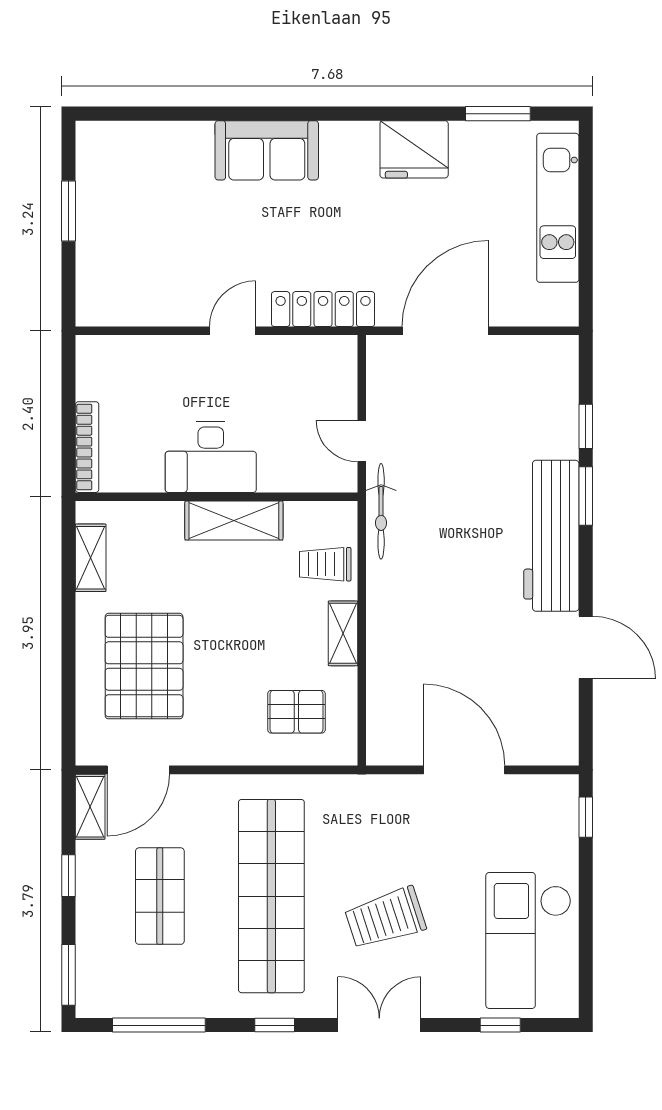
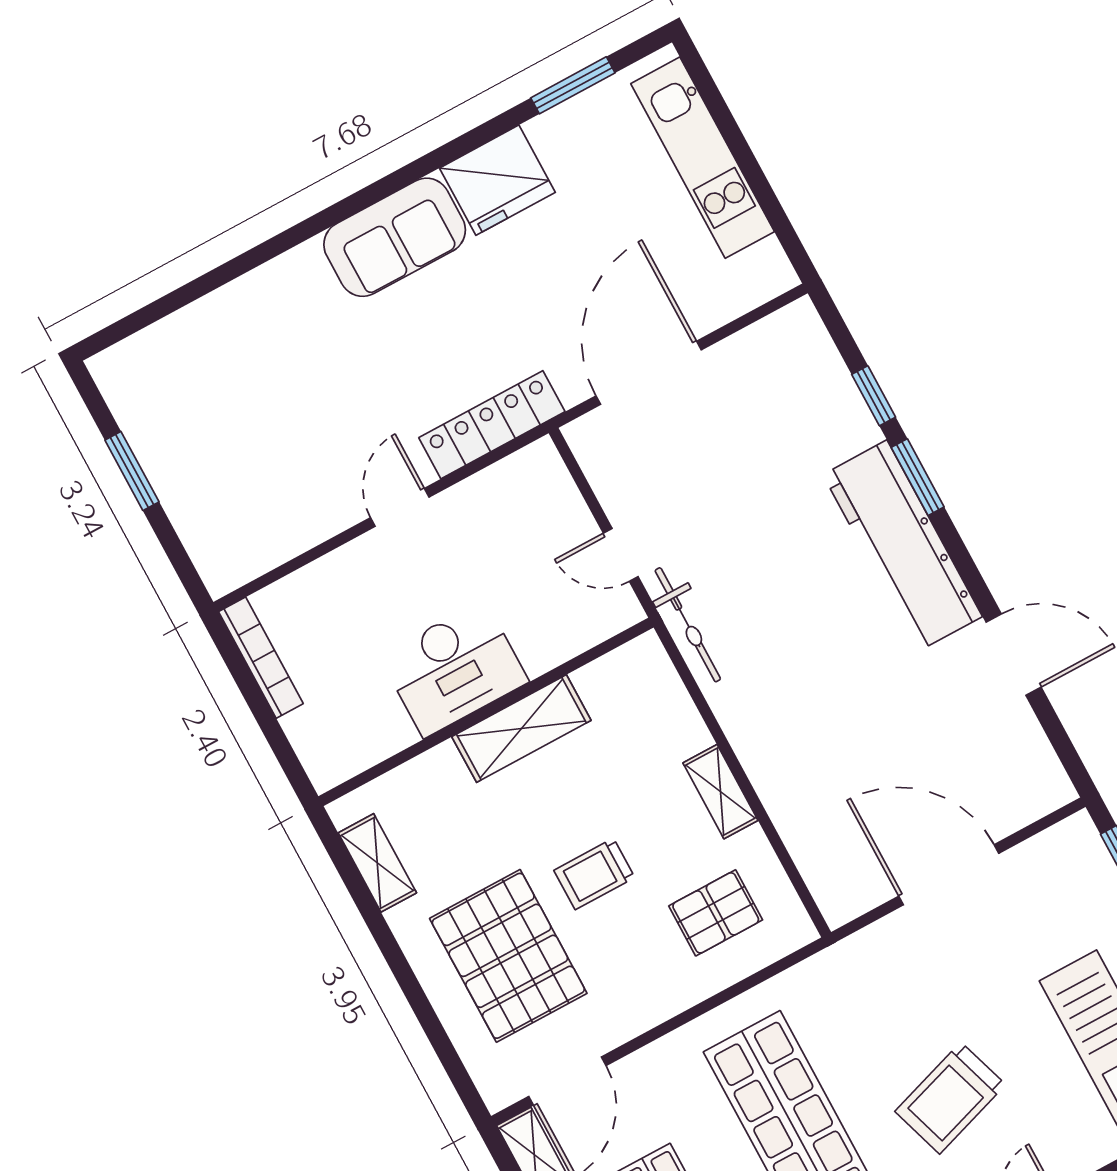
sofa: (267, 150) -> (395, 237), moved
bookcase: (87, 447) -> (261, 658), moved
trolley: (325, 564) -> (594, 874), moved

